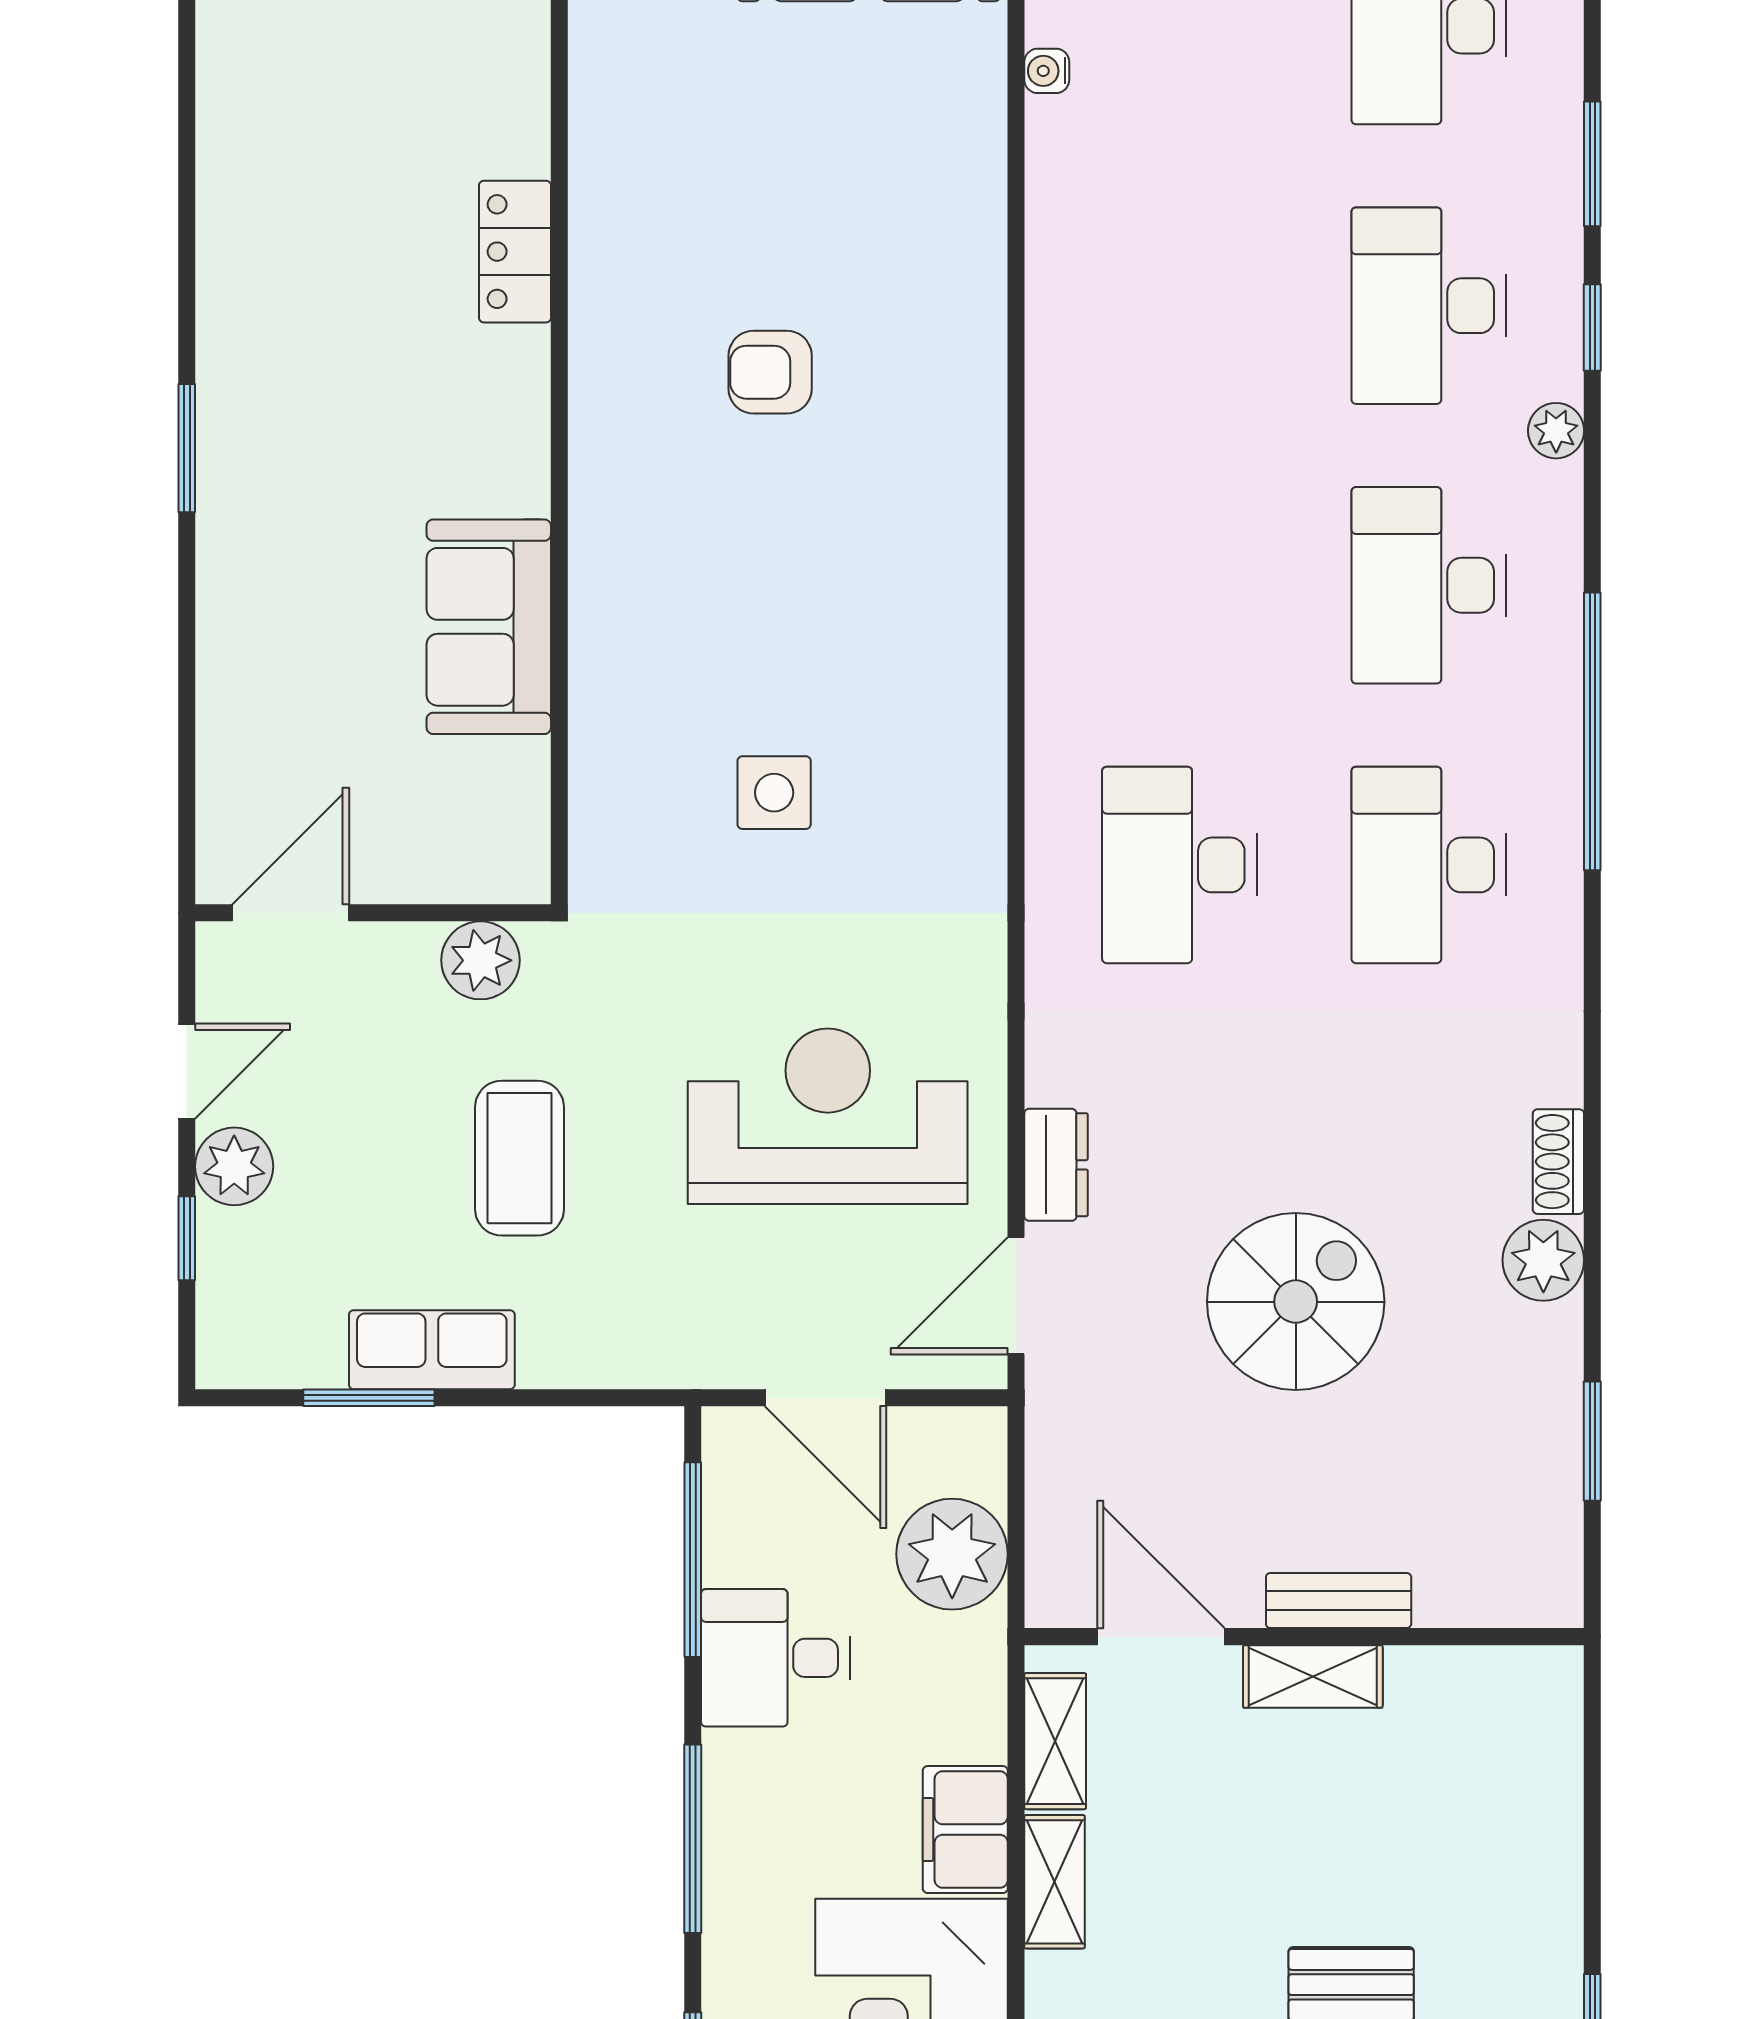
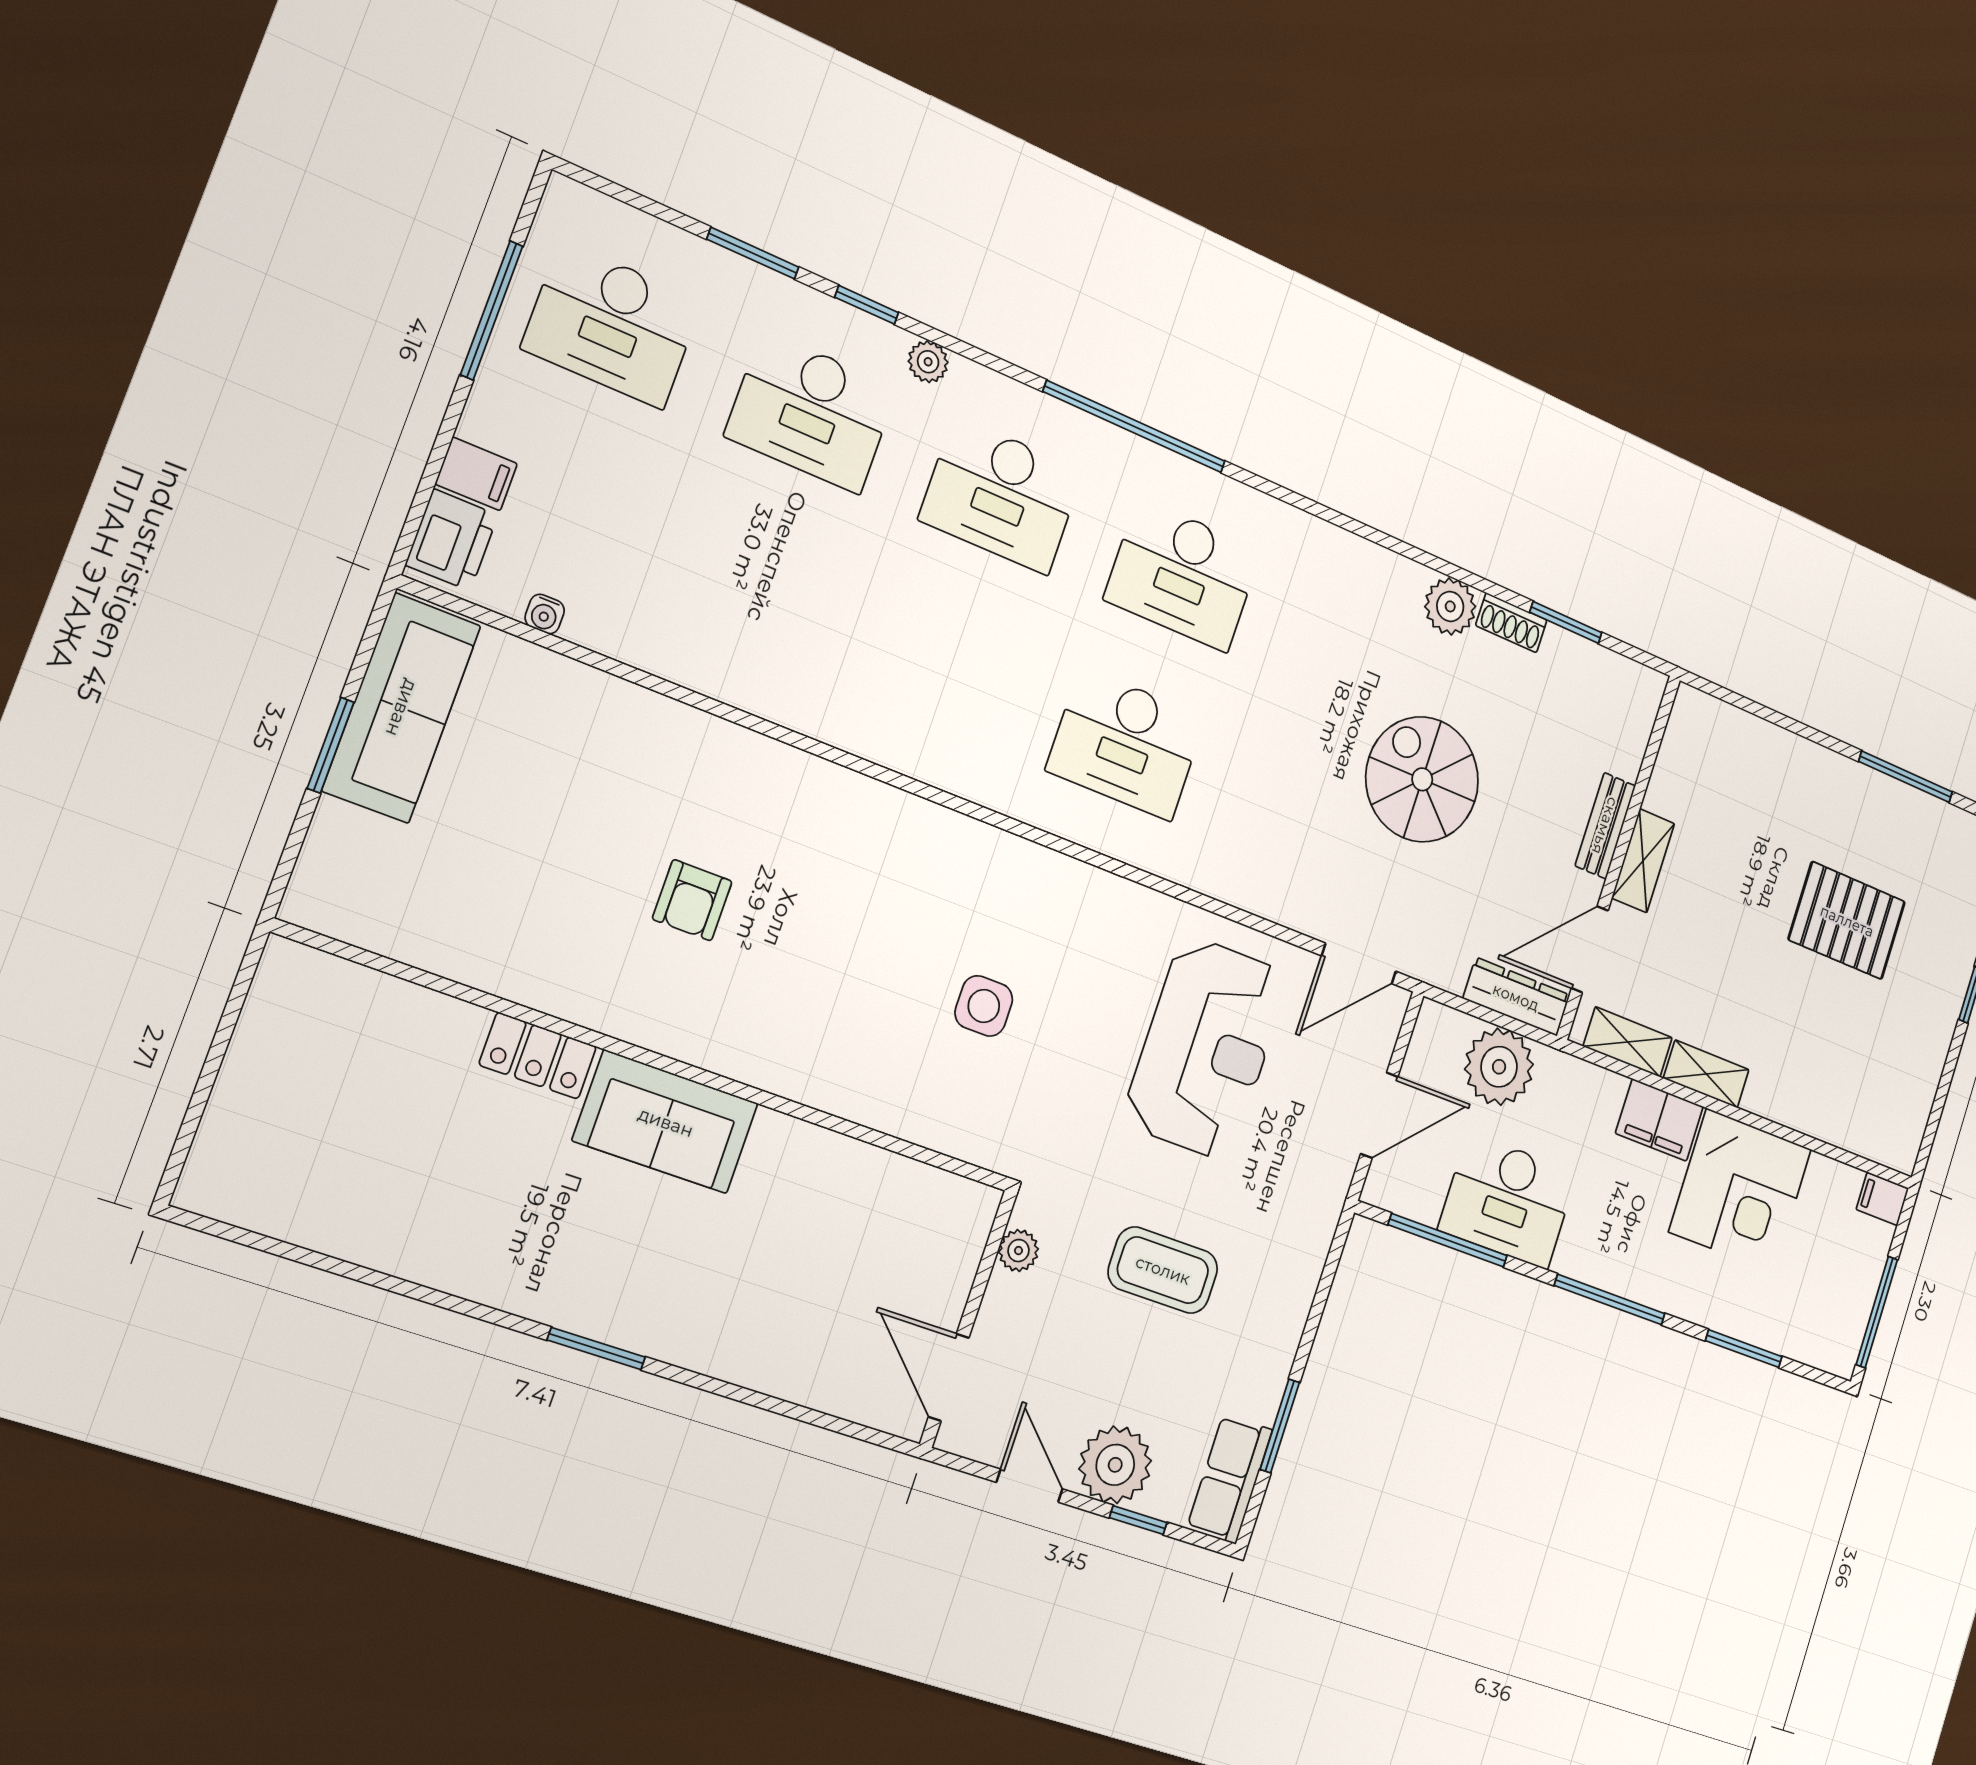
sofa: (489, 627) -> (666, 1122), moved
plant: (480, 960) -> (1018, 1251), width x0.73, depth x0.73
reception desk: (828, 1116) -> (1206, 1048), turned 180
shoe rack: (1558, 1162) -> (1511, 623), moved
dresser: (1056, 1165) -> (1516, 997), moved, width x1.44
plant: (234, 1166) -> (1115, 1465), width x1.36, depth x1.36
door: (1016, 1296) -> (1359, 964), hinge flipped
row of seats: (432, 1350) -> (1230, 1479), moved
desk: (775, 1658) -> (1508, 1201), width x1.37

